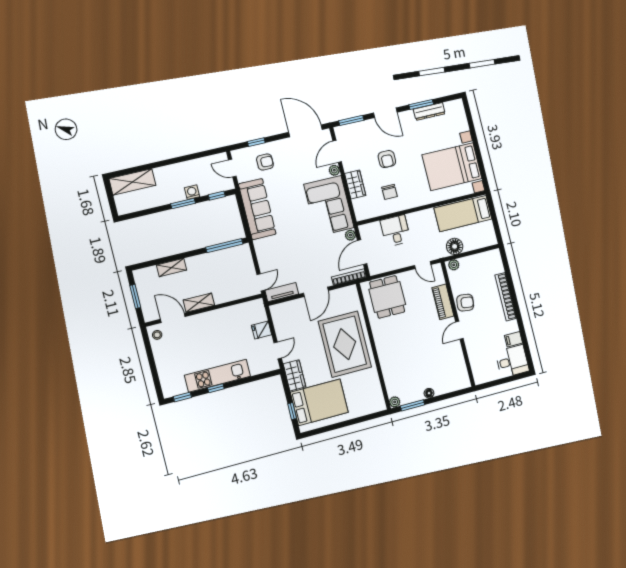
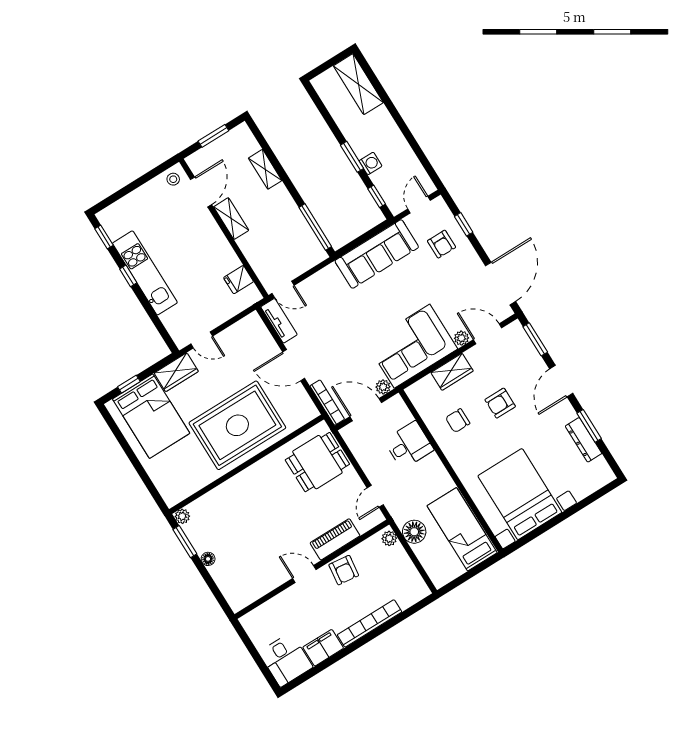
fridge: (262, 330) -> (239, 280), moved, turned -90
filing cabinet: (514, 339) -> (323, 648), width x2.00

